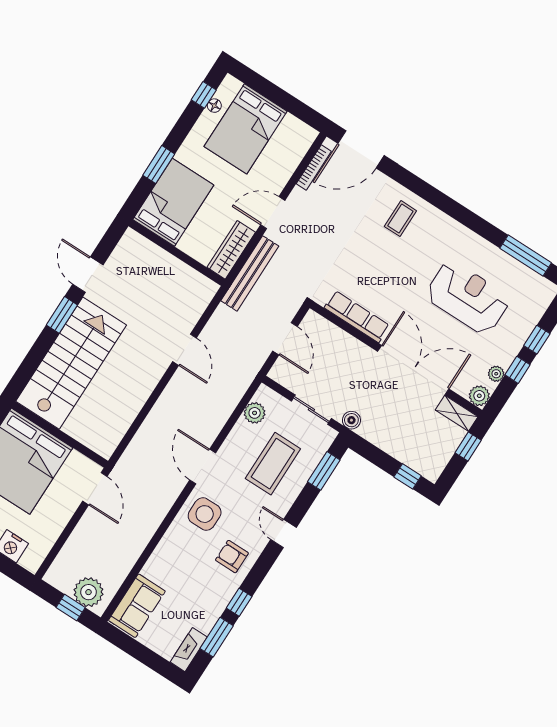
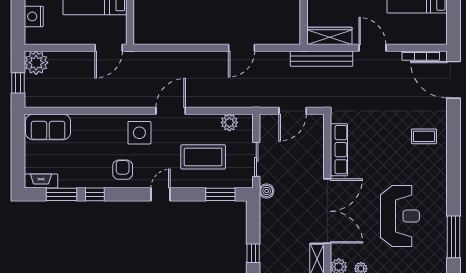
plant: (88, 592) -> (36, 63), moved

